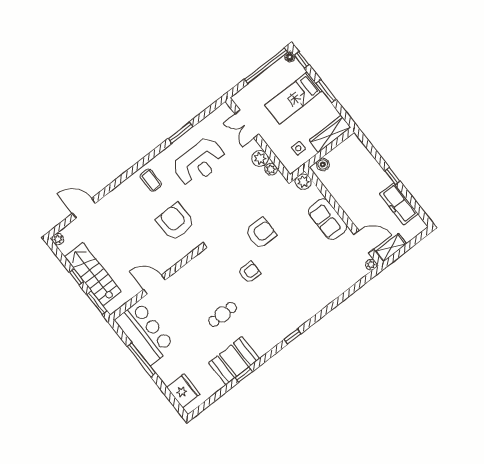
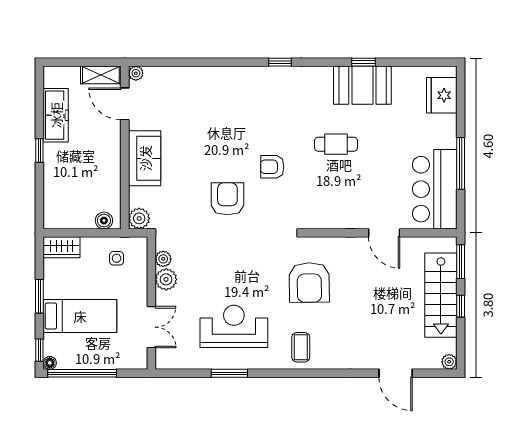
wardrobe: (330, 134) -> (62, 247), width x0.67
armchair: (261, 233) -> (227, 199), turned 90

